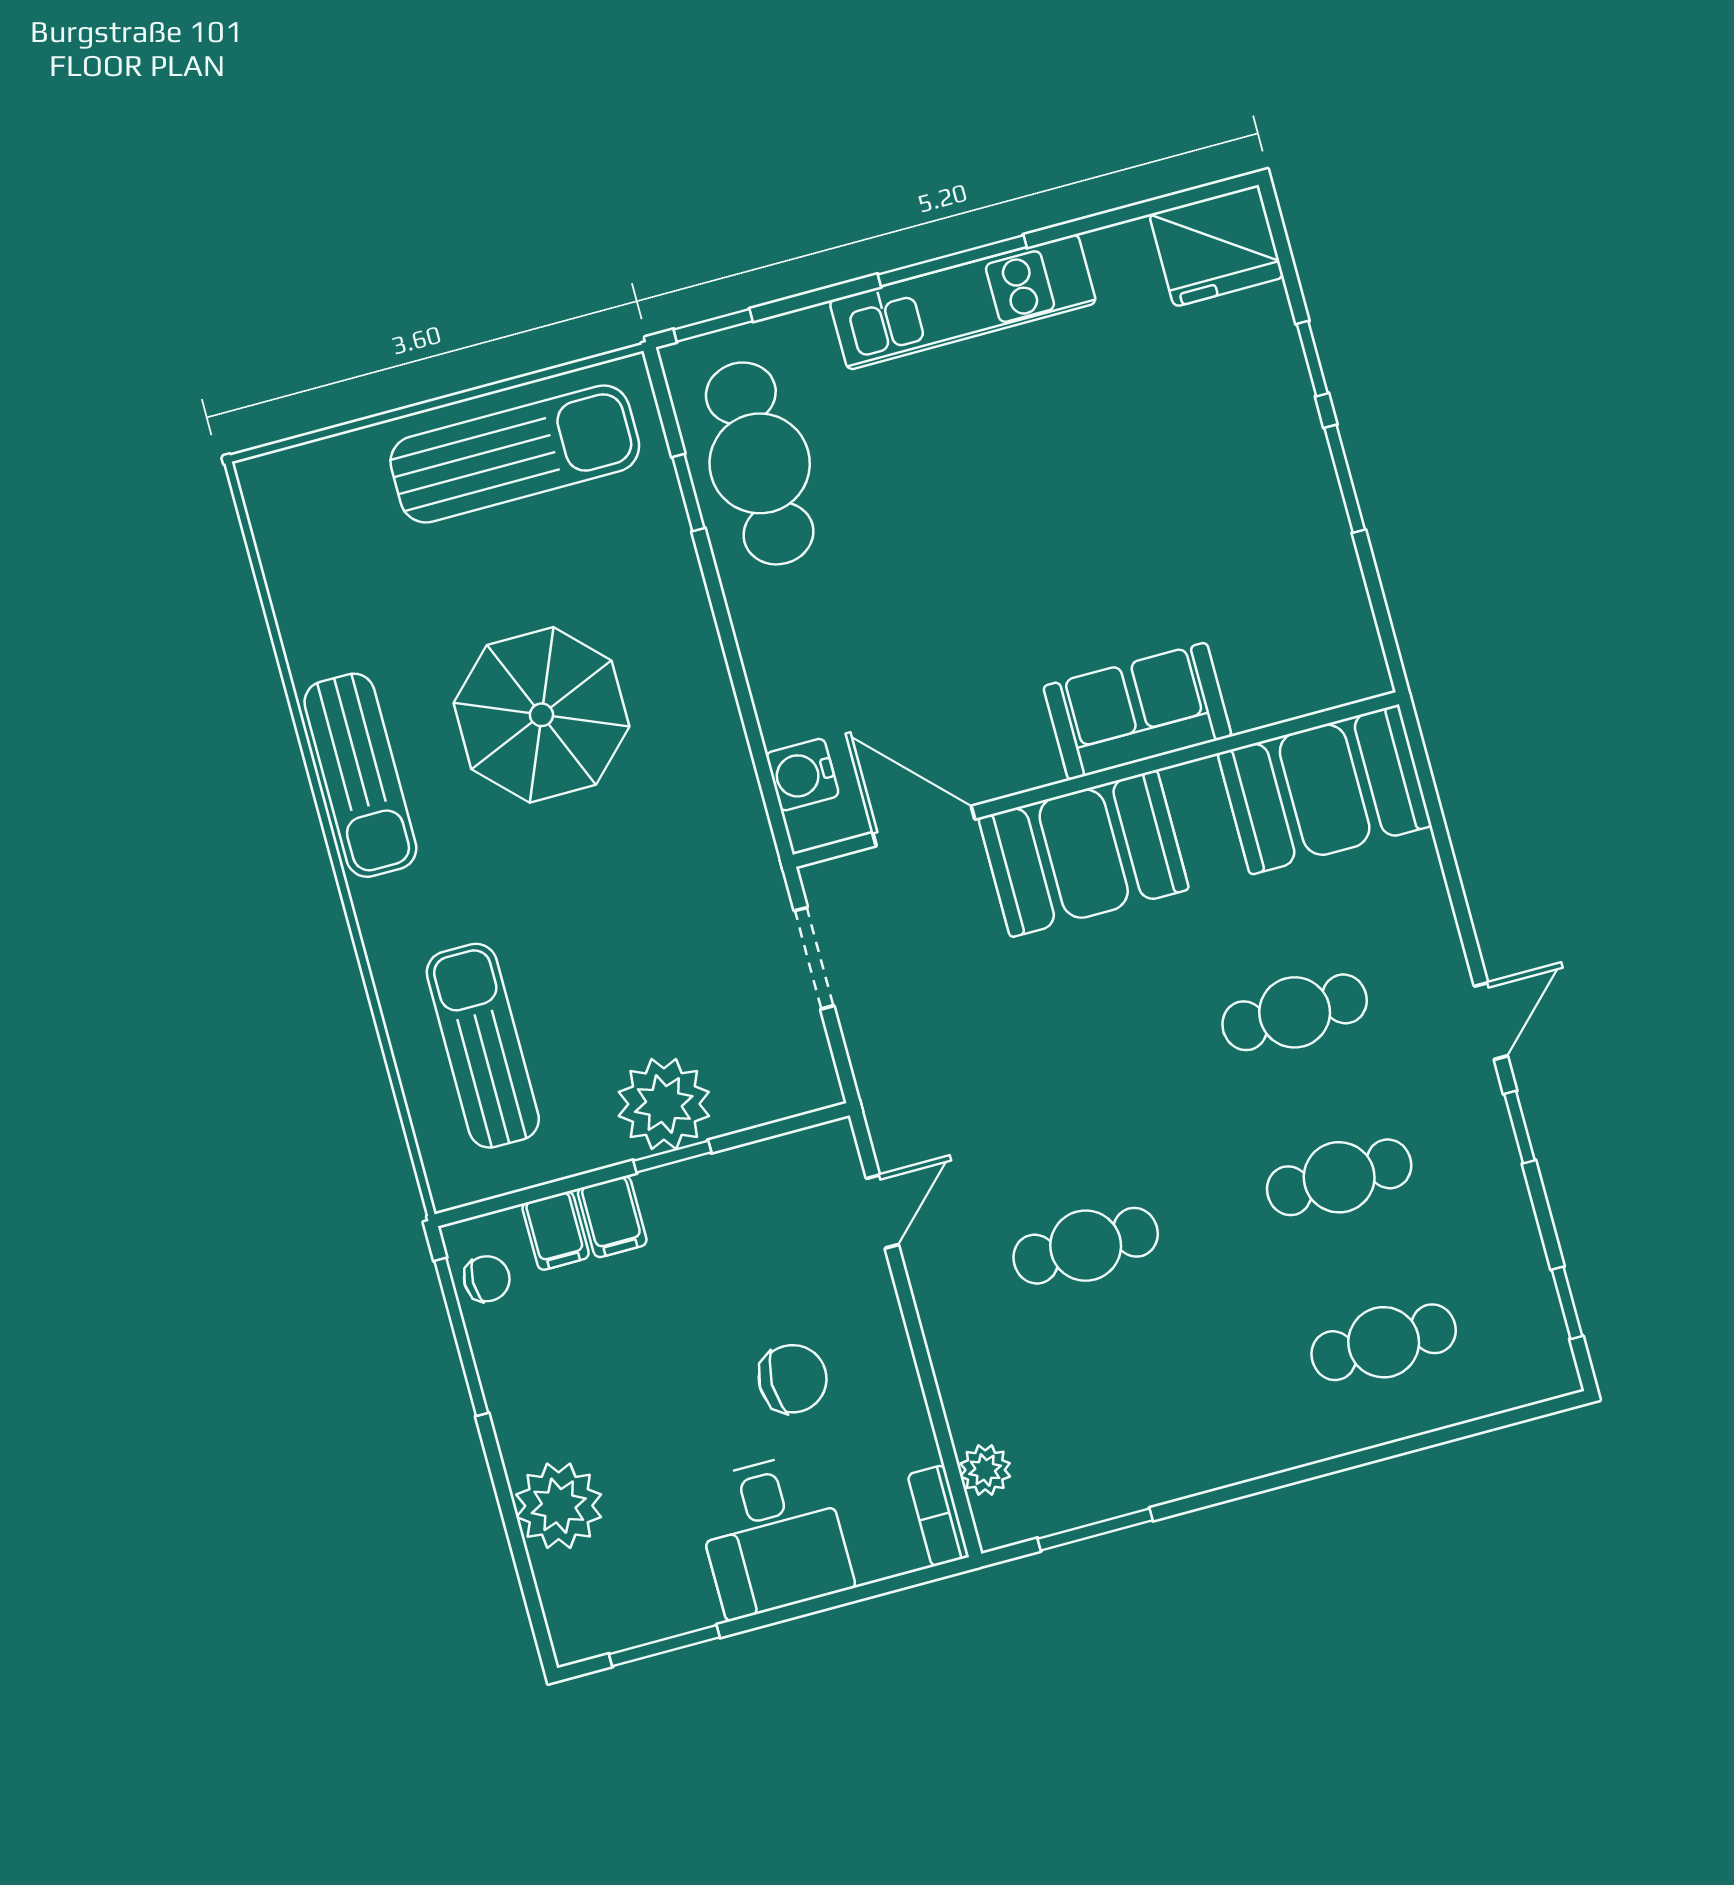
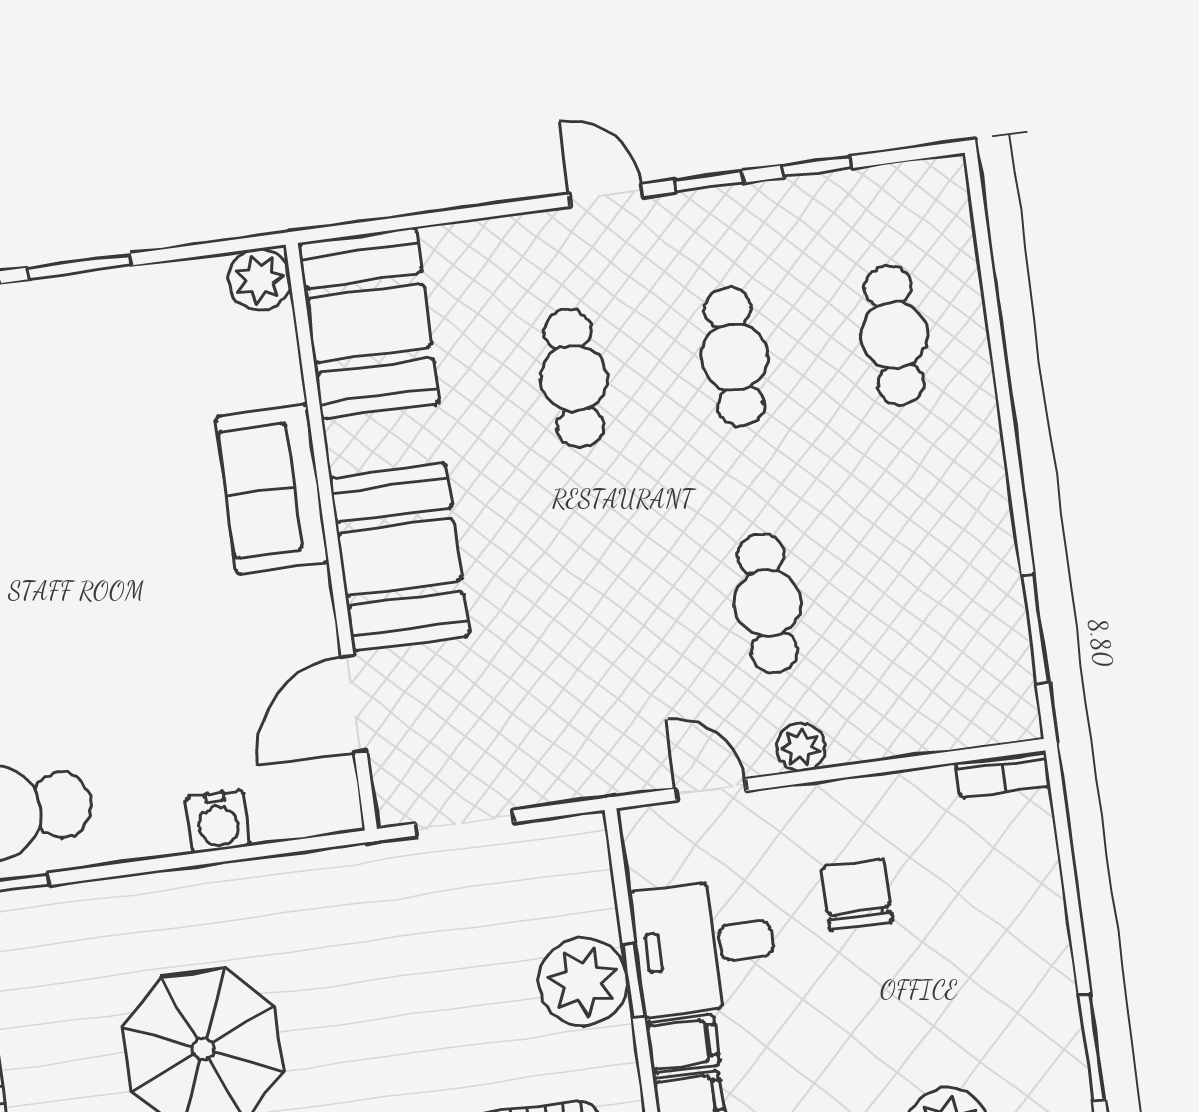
plant: (1356, 669) -> (259, 279), added
water cooler: (802, 775) -> (218, 821), moved
window: (1567, 1303) -> (817, 167), moved
plant: (985, 1470) -> (801, 747), moved
desk: (773, 1535) -> (704, 946), moved, turned 180

